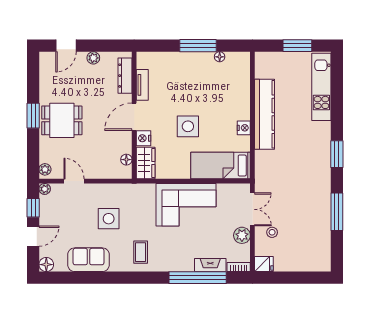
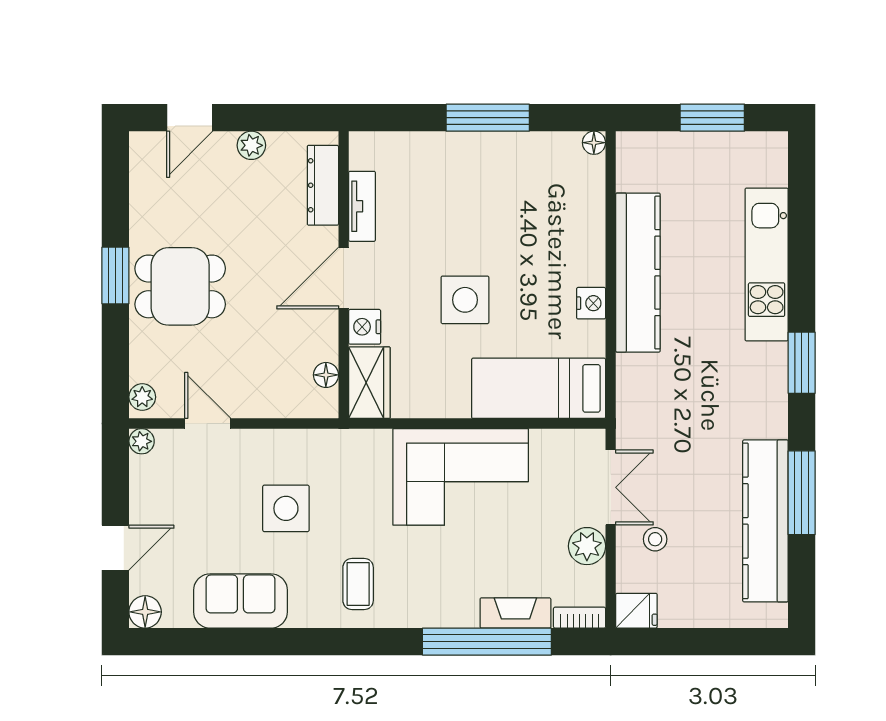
floor lamp: (220, 57) -> (594, 143), moved
kitchen unit: (321, 87) -> (767, 264), moved
window: (33, 208) -> (115, 484), removed
kitchen counter: (321, 224) -> (765, 521), added

